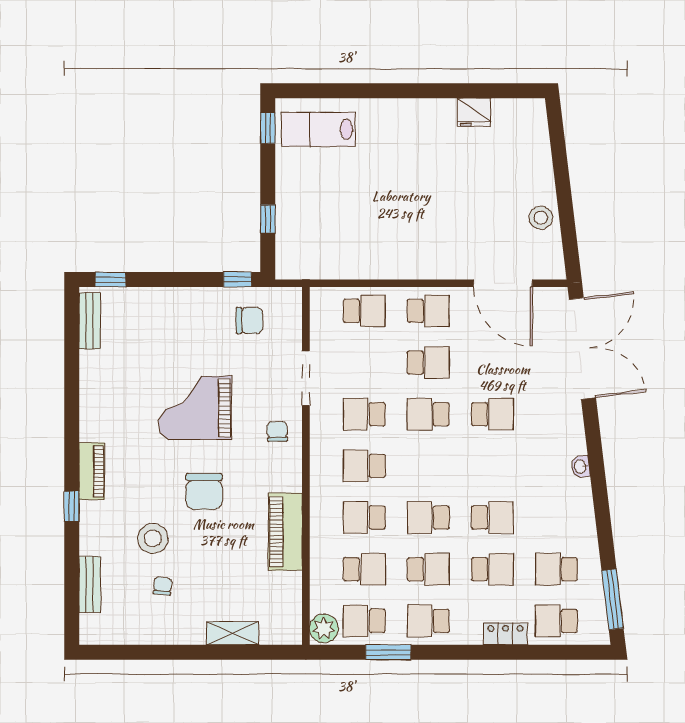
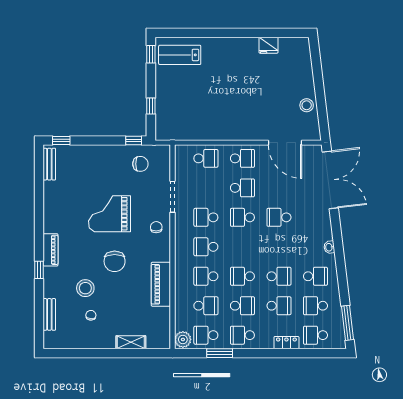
school desk: (492, 414) -> (279, 217), turned 180
school desk: (556, 518) -> (315, 276), added

